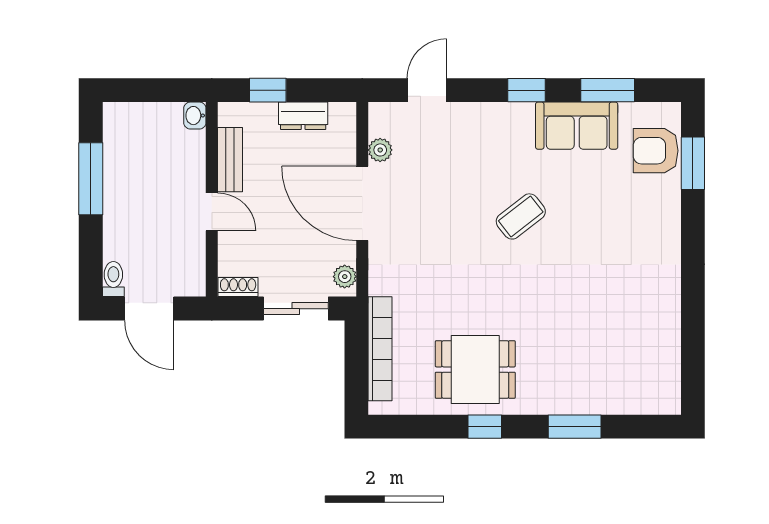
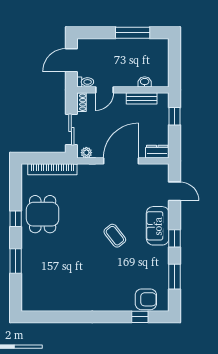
washbasin: (195, 116) -> (145, 82), moved
dresser: (303, 116) -> (157, 152), moved, turned 90
sofa: (577, 126) -> (158, 226), moved
plant: (380, 150) -> (146, 169), removed
armchair: (656, 151) -> (146, 299), turned 90
window: (693, 163) -> (140, 317), width x0.67
door: (212, 212) -> (105, 90), moved
toilet: (113, 279) -> (85, 82), moved

